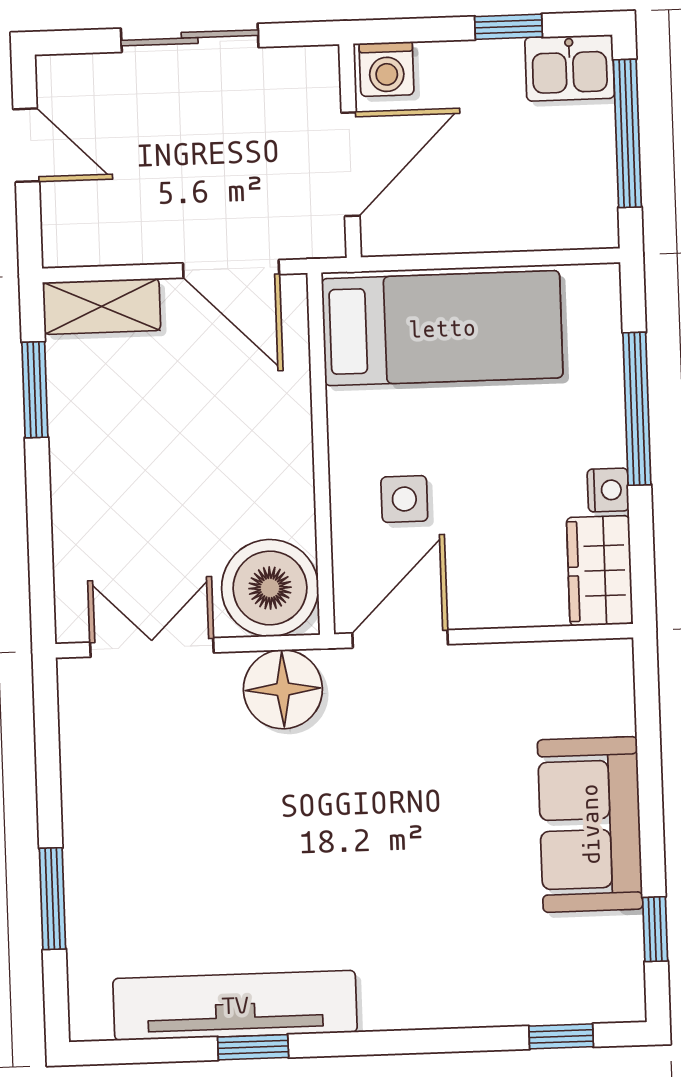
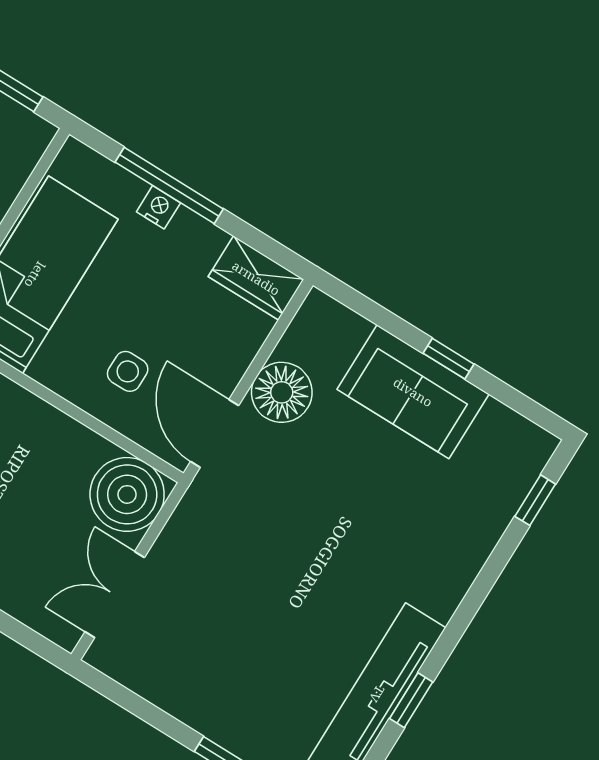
nightstand: (608, 490) -> (158, 207), moved
floor lamp: (283, 689) -> (282, 392), moved
window: (655, 929) -> (449, 359), moved

